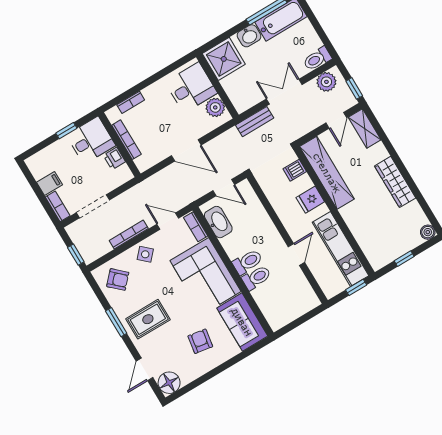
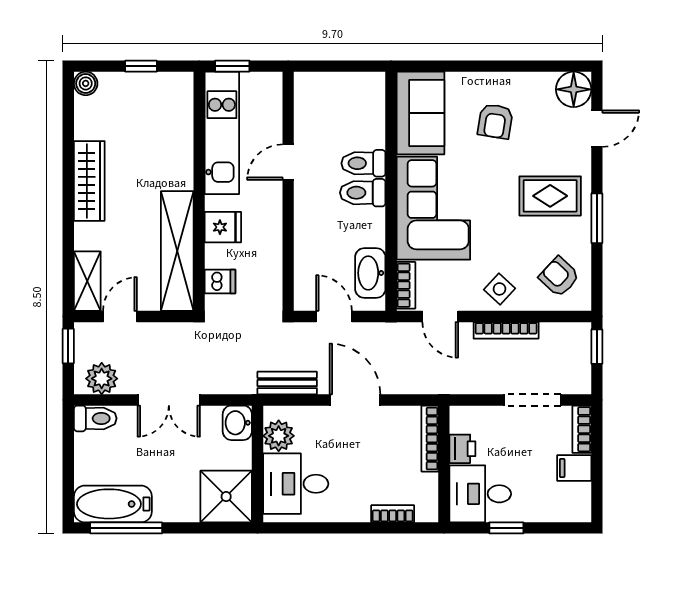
washbasin: (249, 36) -> (237, 423), moved, turned -90
bench: (255, 122) -> (287, 383), moved
bookcase: (126, 140) -> (430, 439), moved

